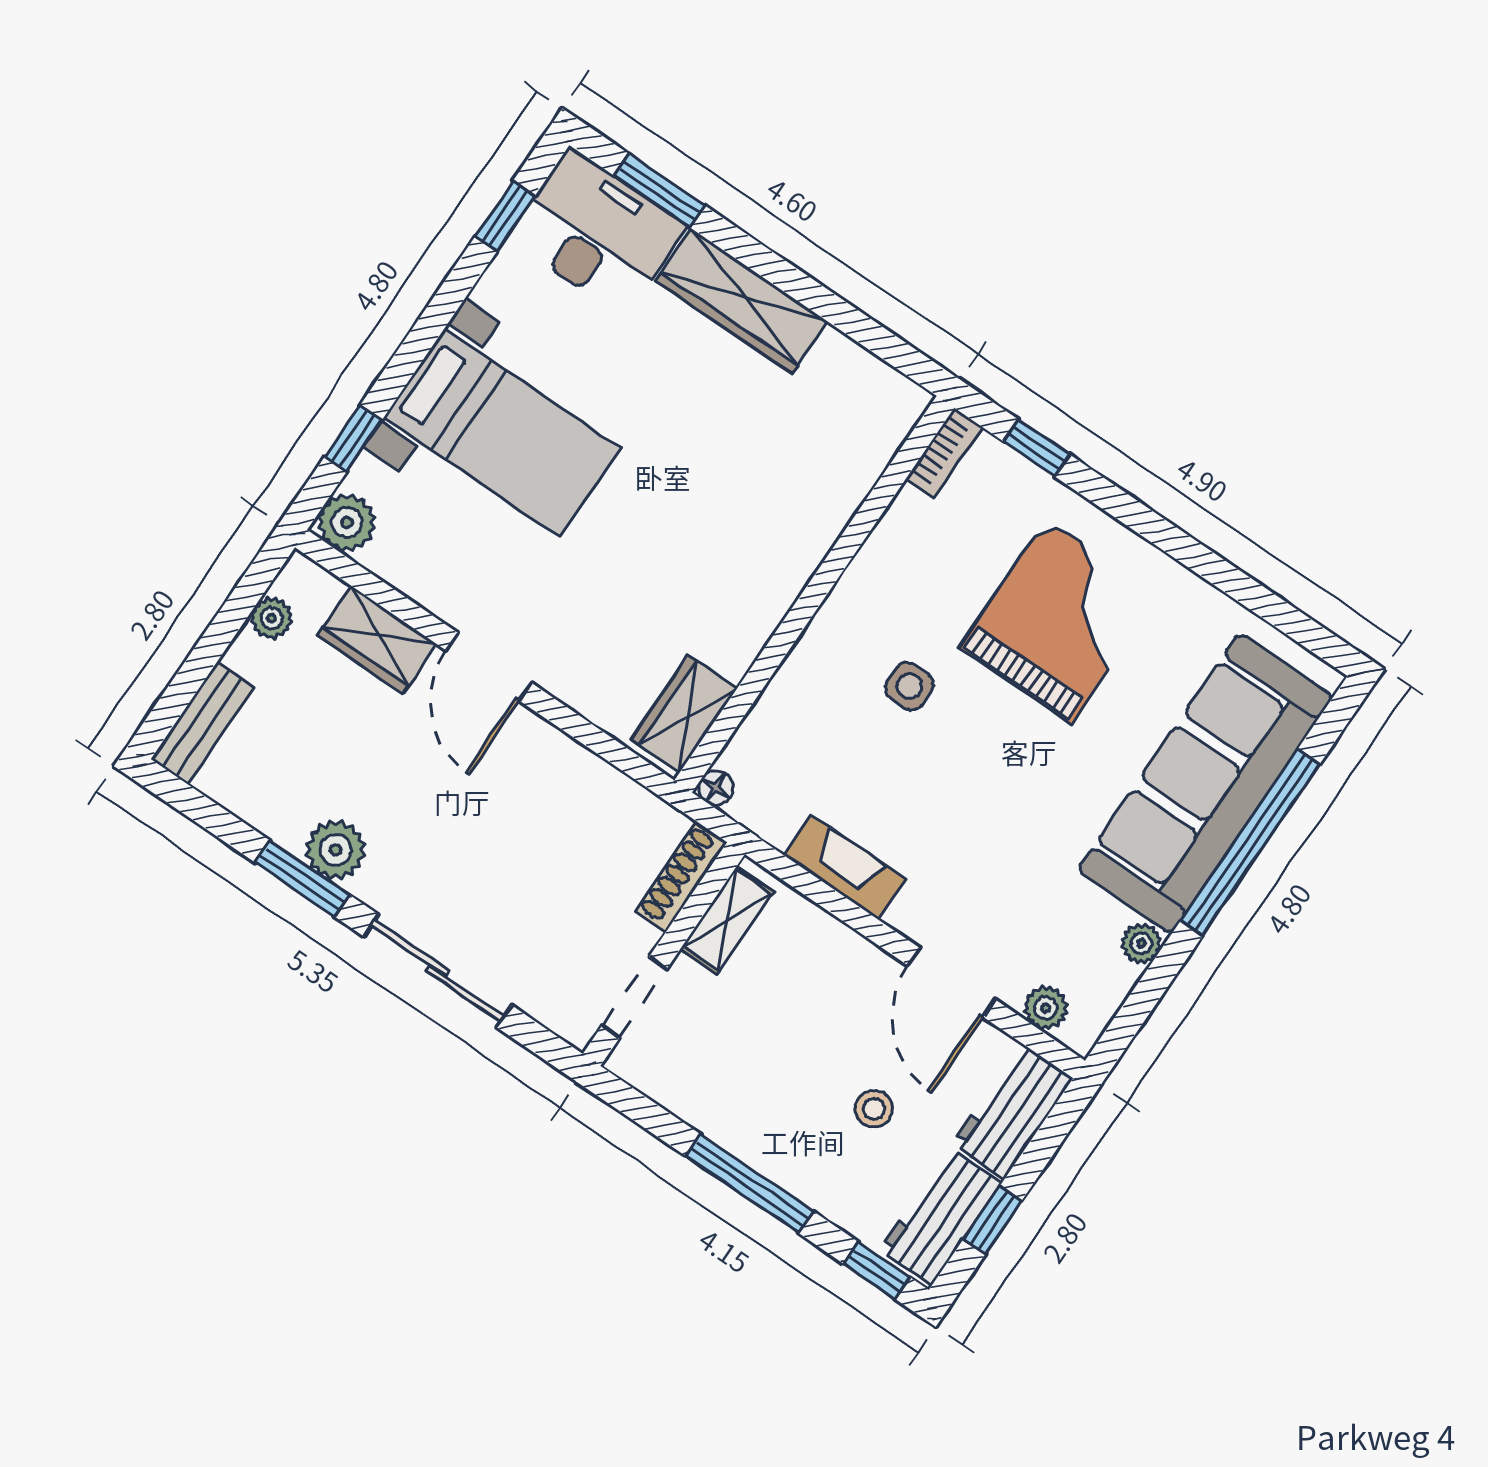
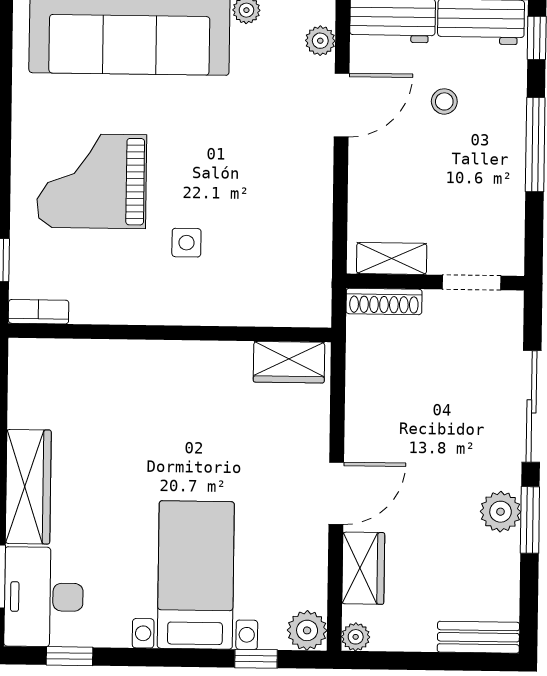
plant: (271, 618) -> (356, 637), moved
floor lamp: (716, 788) -> (319, 316), removed
fireplace: (845, 867) -> (316, 211), removed

